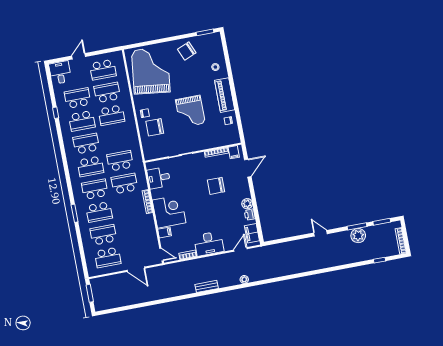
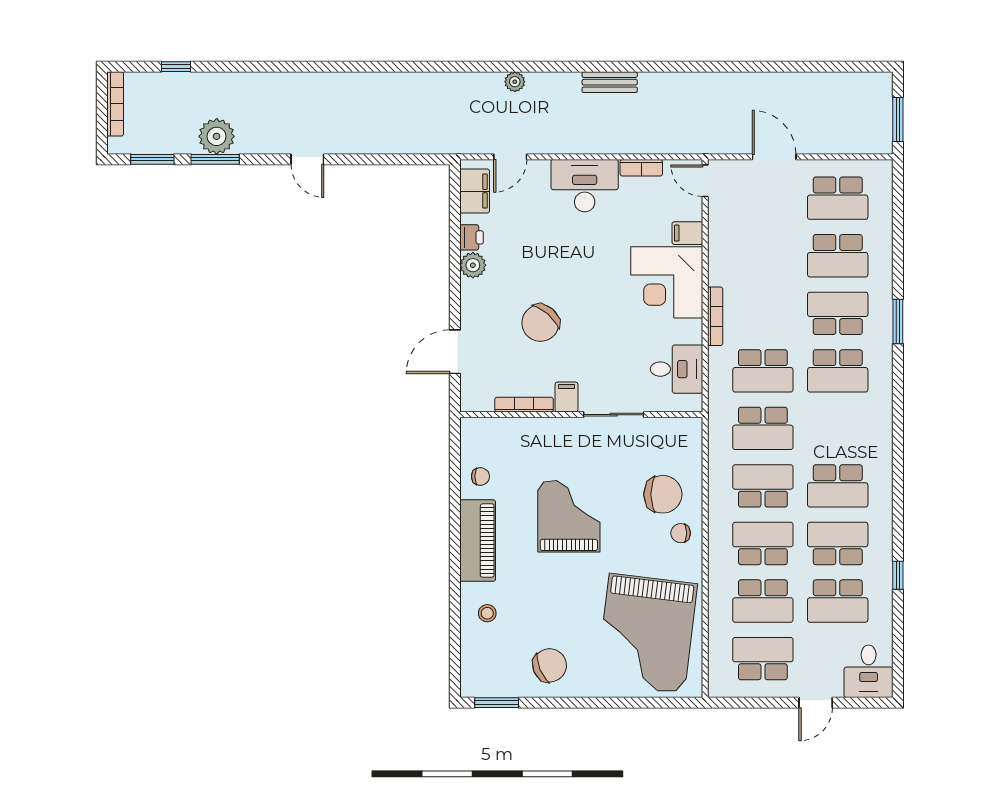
filing cabinet: (234, 152) -> (567, 397), moved
school desk: (90, 166) -> (763, 486), moved
chair: (216, 186) -> (540, 323), turned 131
school desk: (108, 258) -> (838, 198), turned 180

